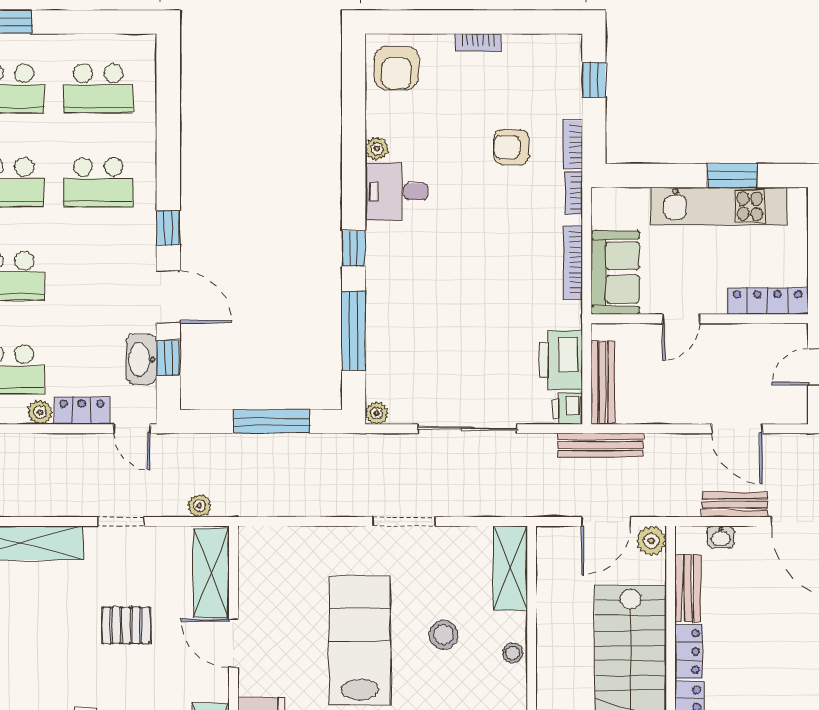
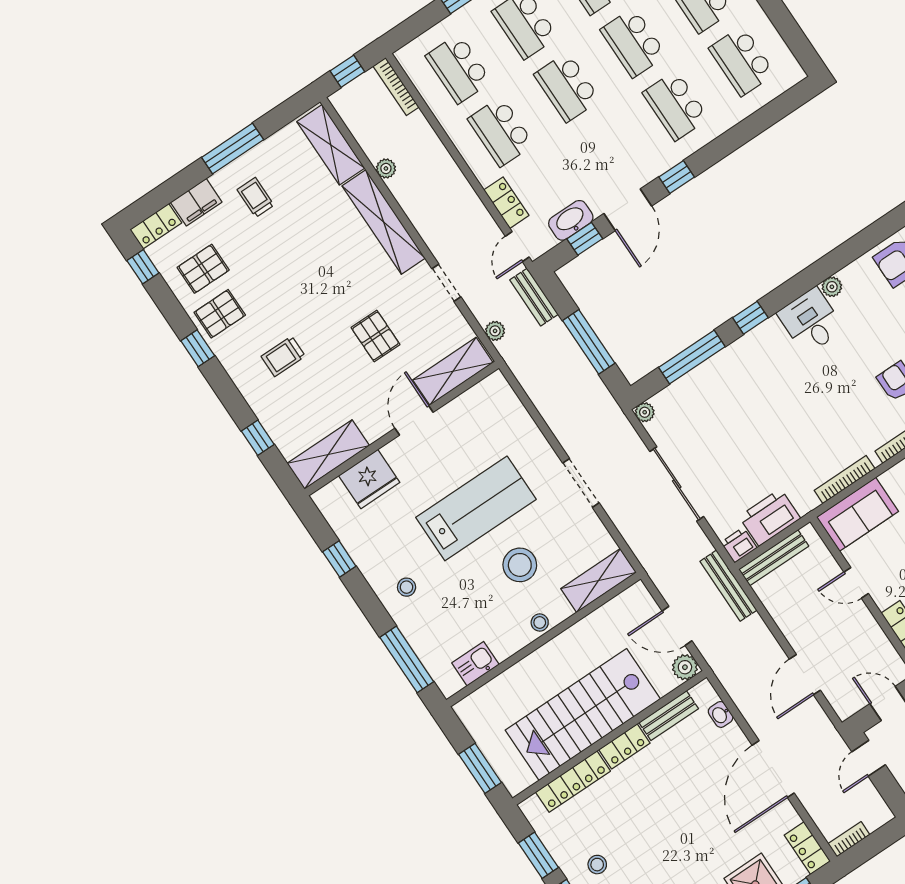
plant: (40, 412) -> (485, 174), removed
bench: (734, 505) -> (534, 297), moved
stool: (444, 635) -> (520, 565), width x1.38, depth x1.38

